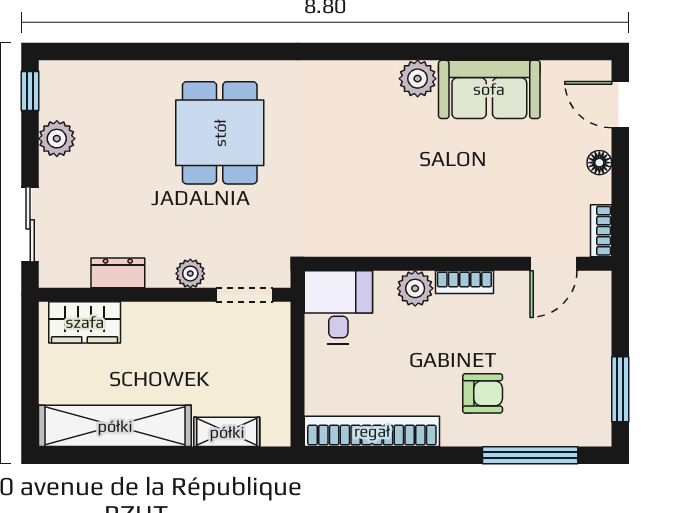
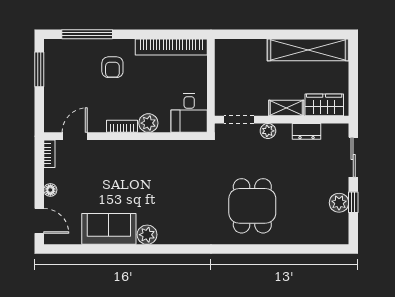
window: (30, 91) -> (353, 202), moved
armchair: (483, 393) -> (112, 67), turned -90
shelving: (227, 432) -> (286, 108), moved

